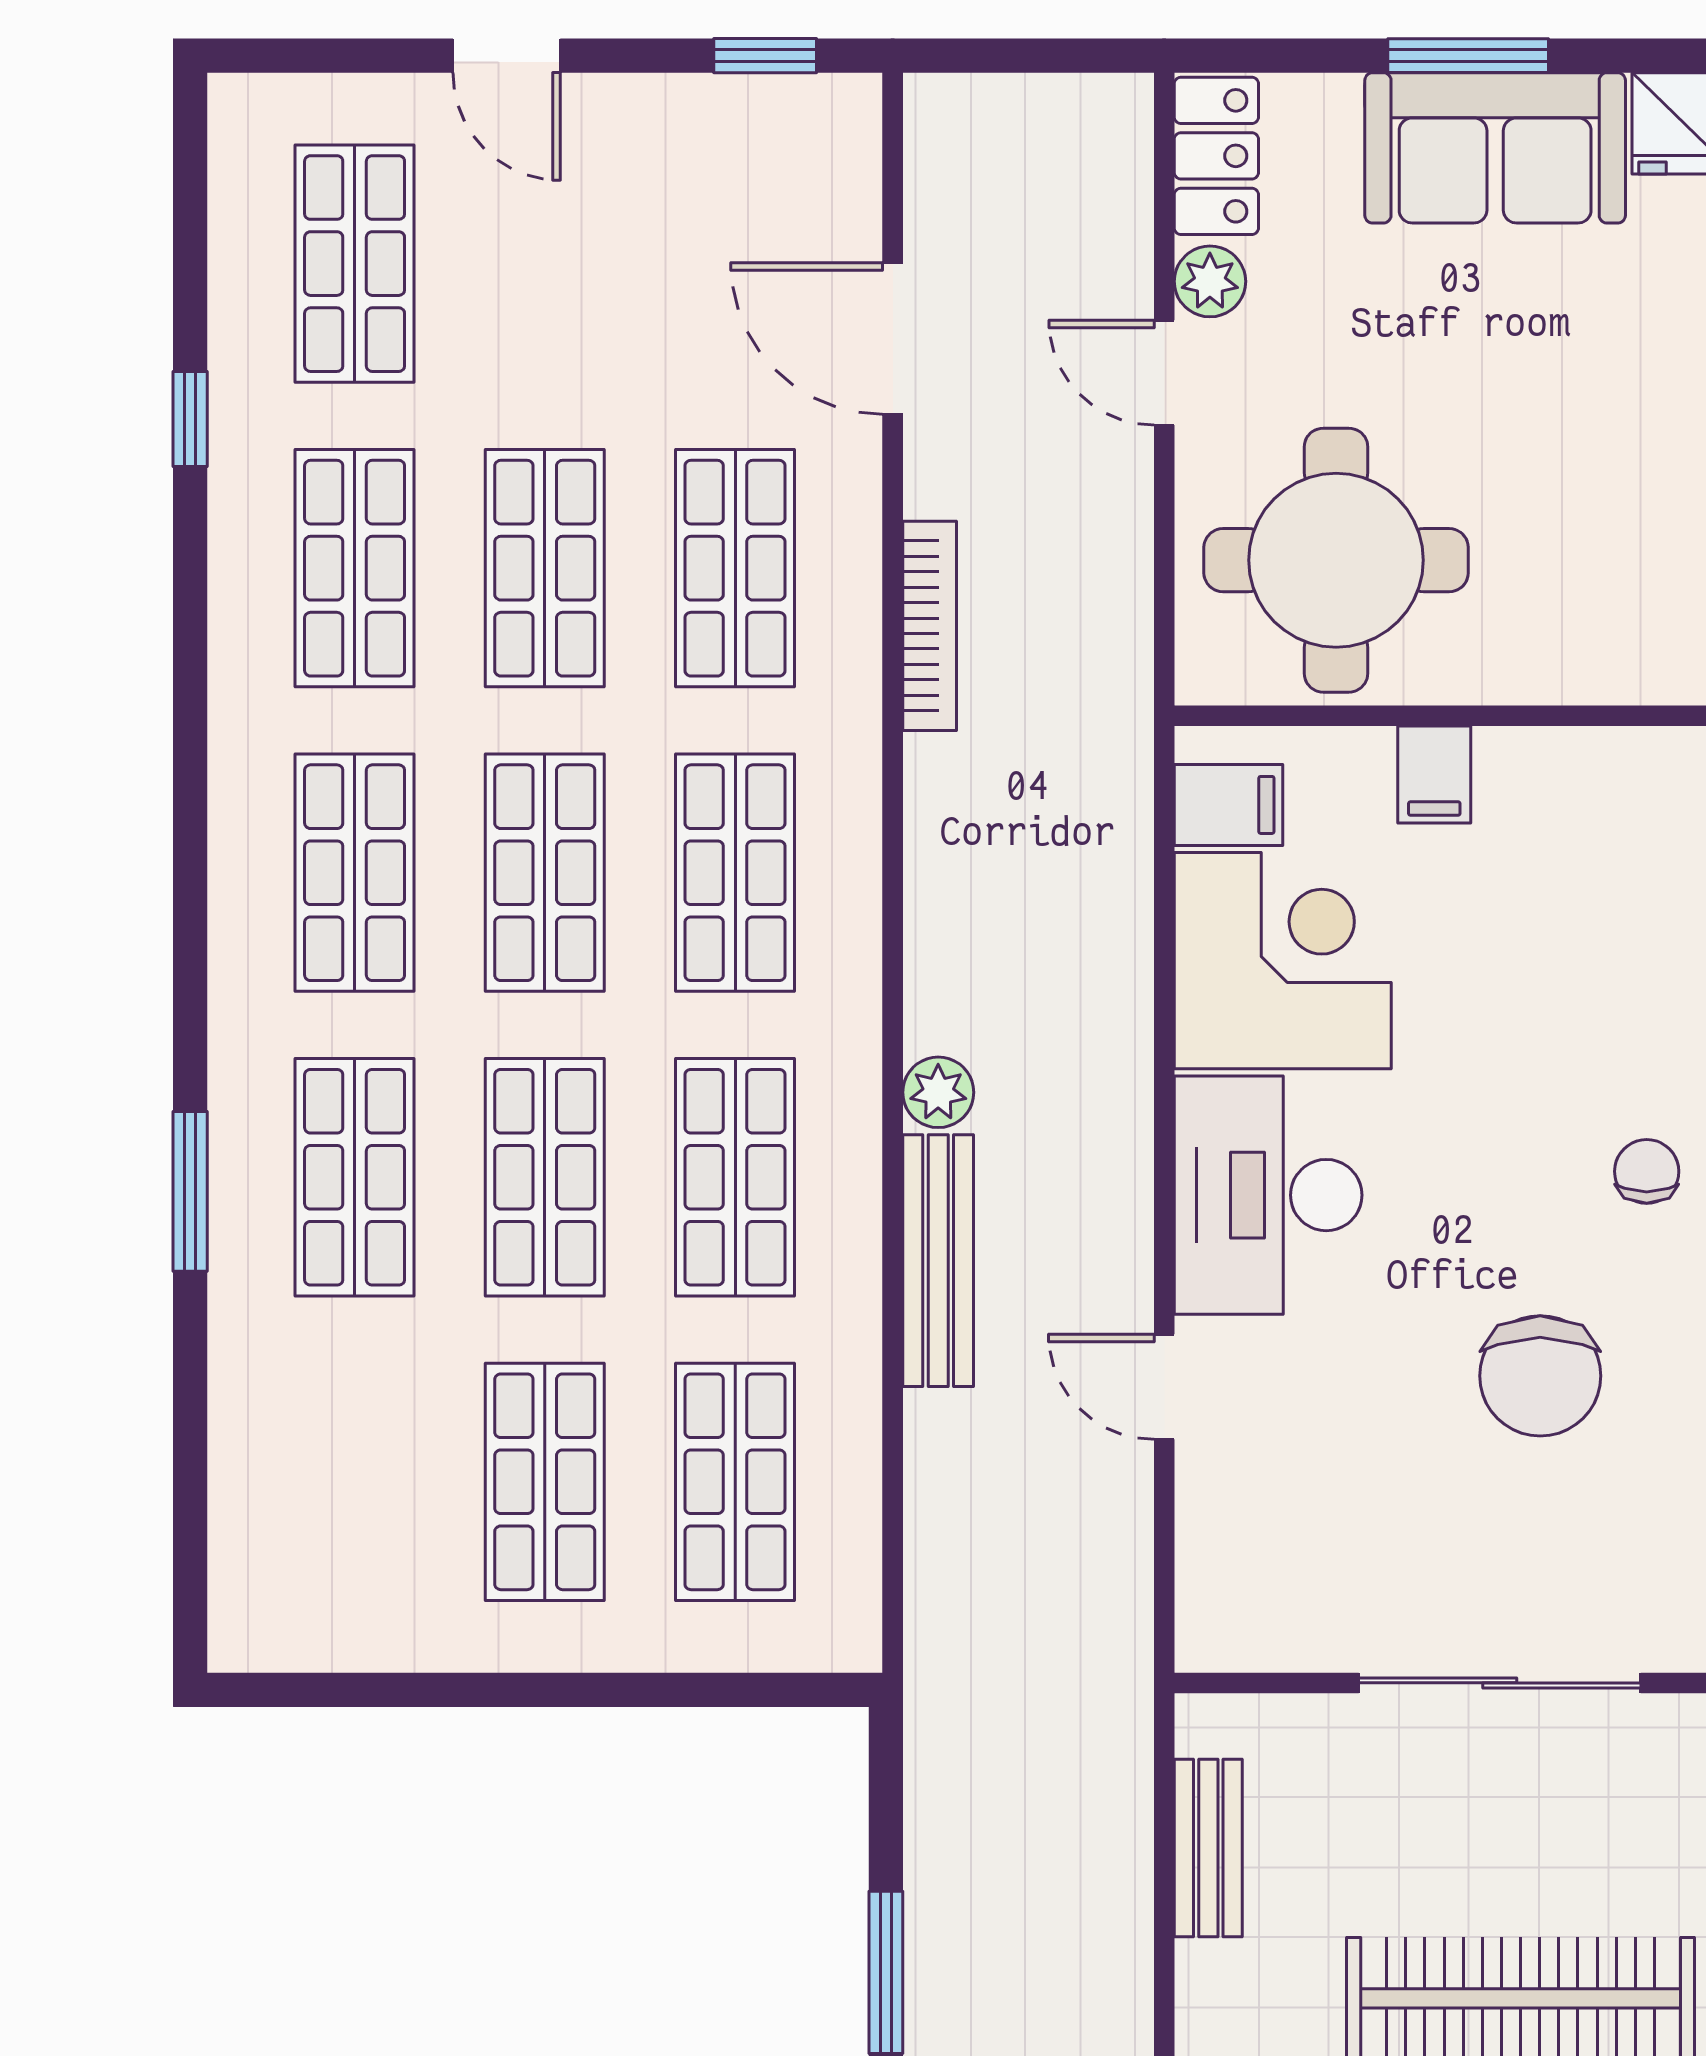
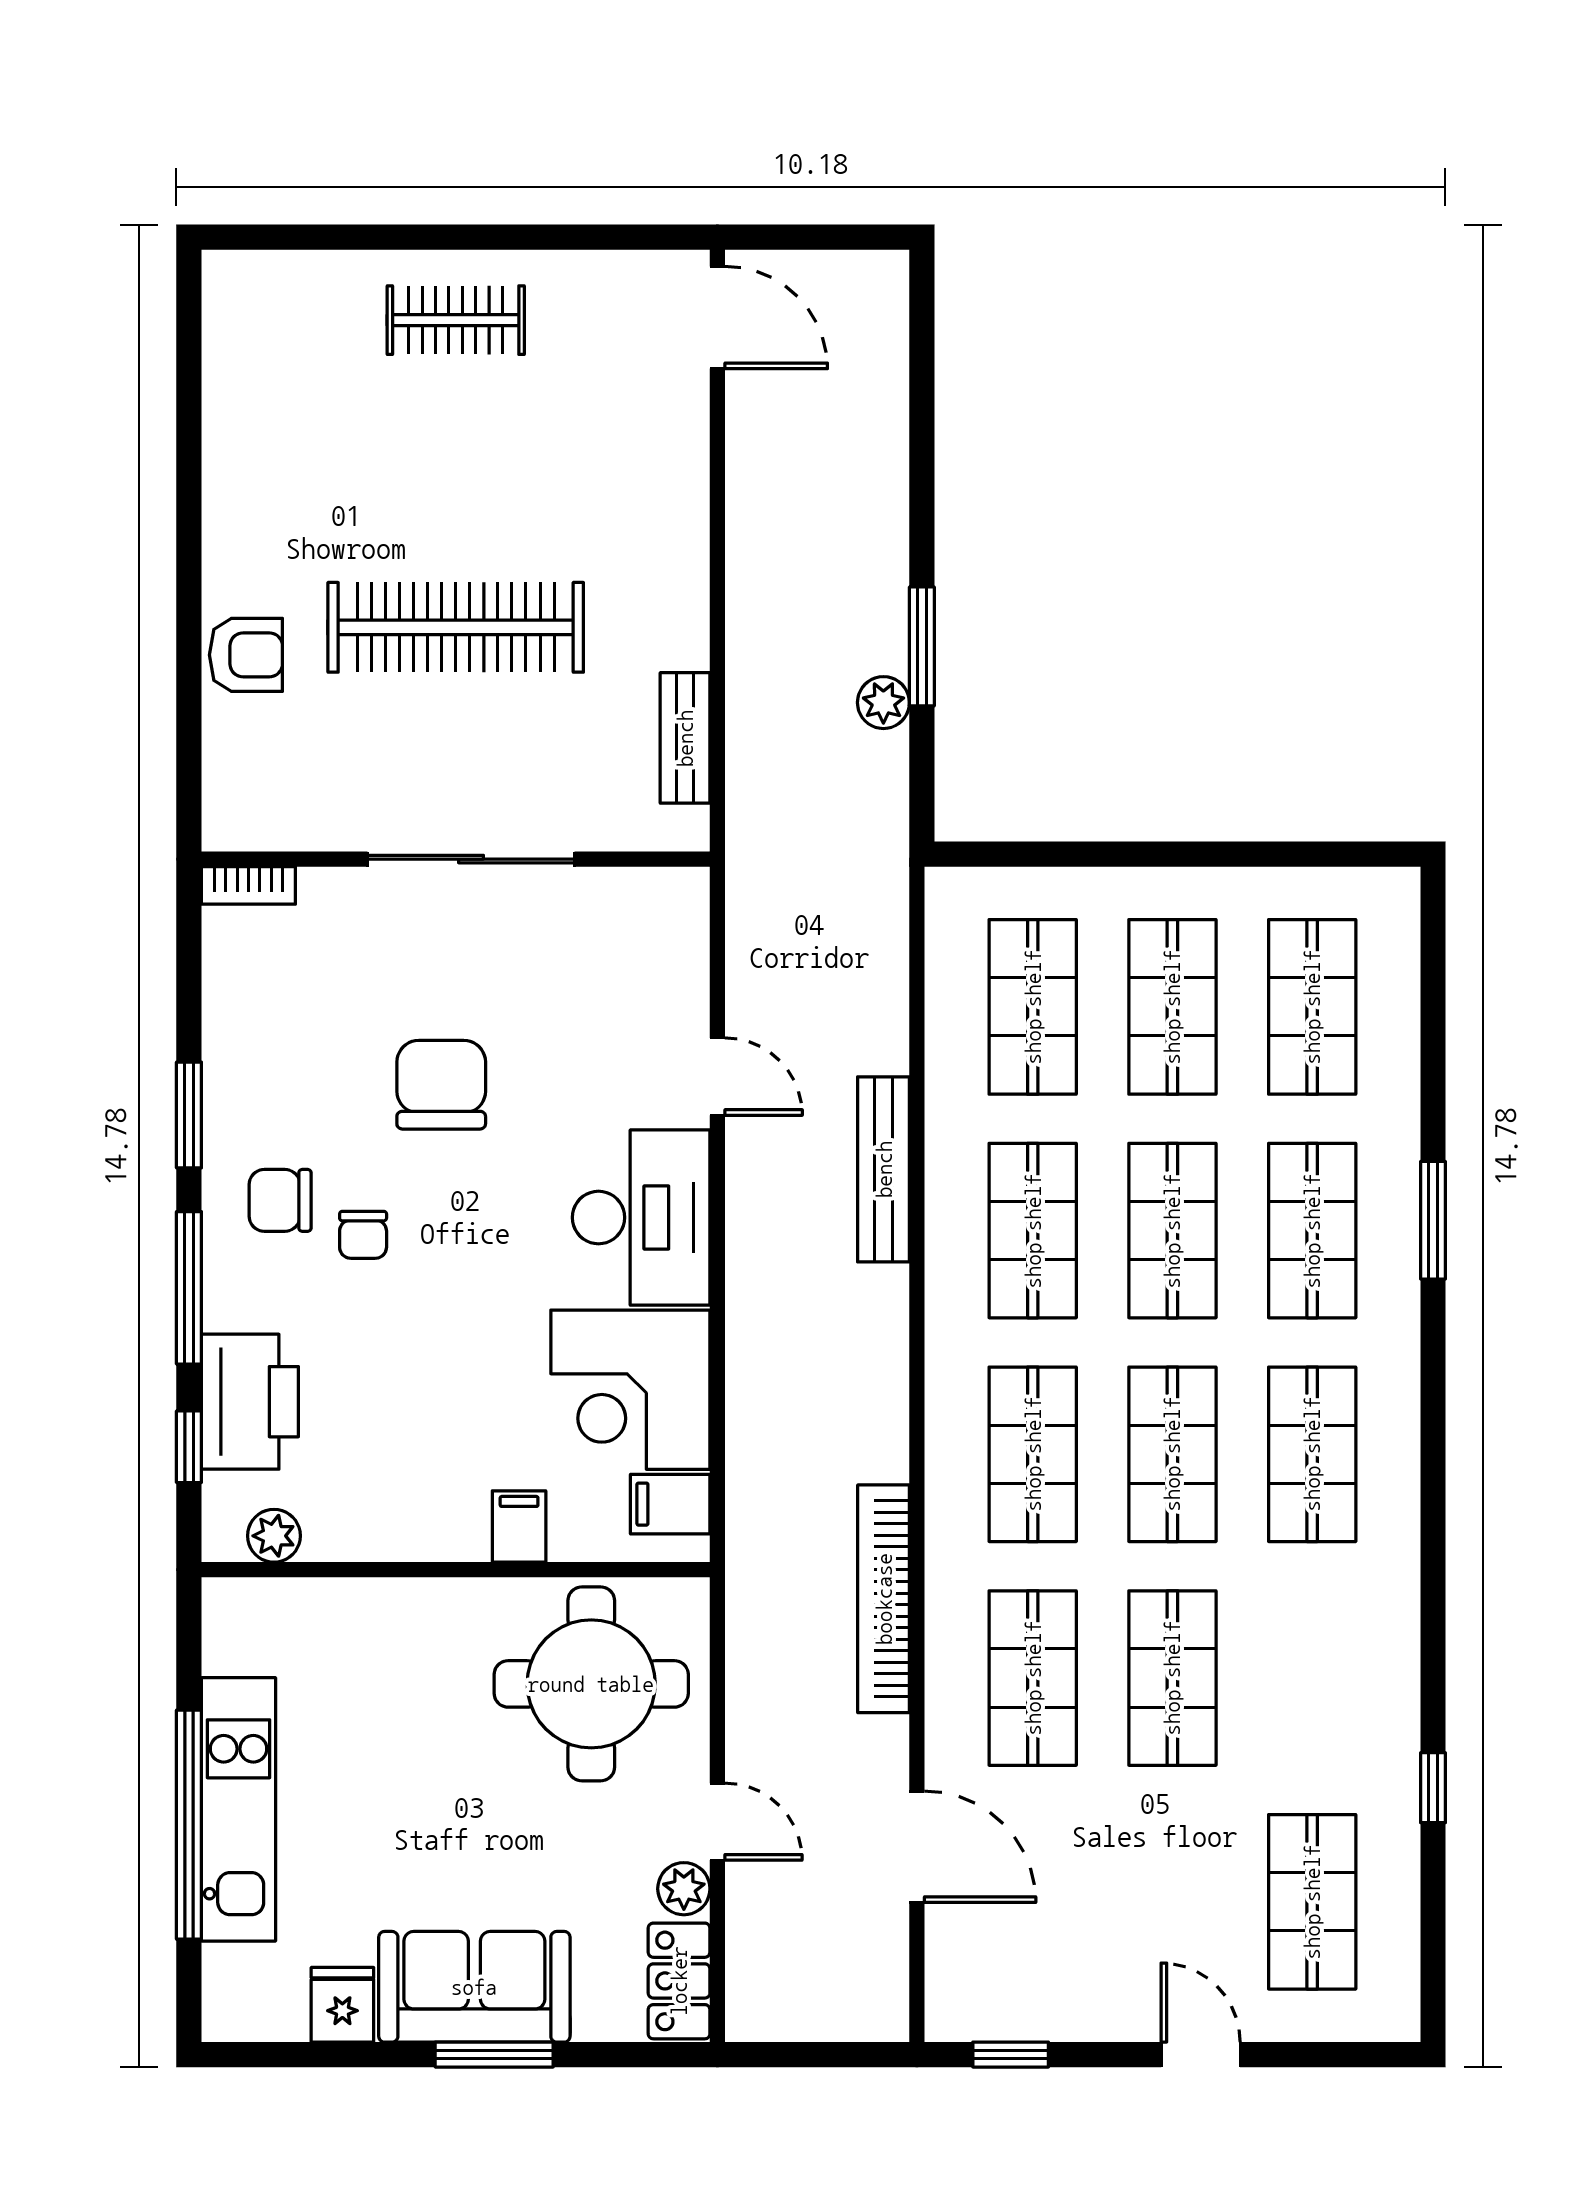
shop shelf: (355, 568) -> (1312, 1007), moved
bookcase: (930, 626) -> (884, 1599), width x1.48, depth x1.31
plant: (938, 1092) -> (883, 703), moved

